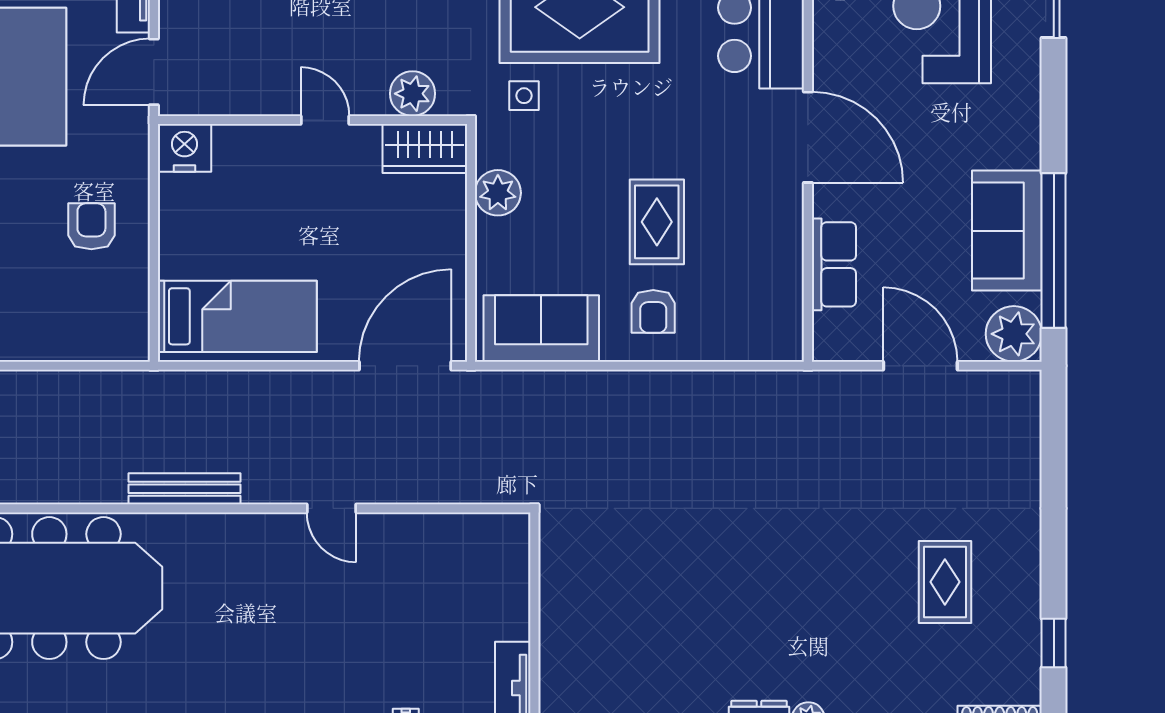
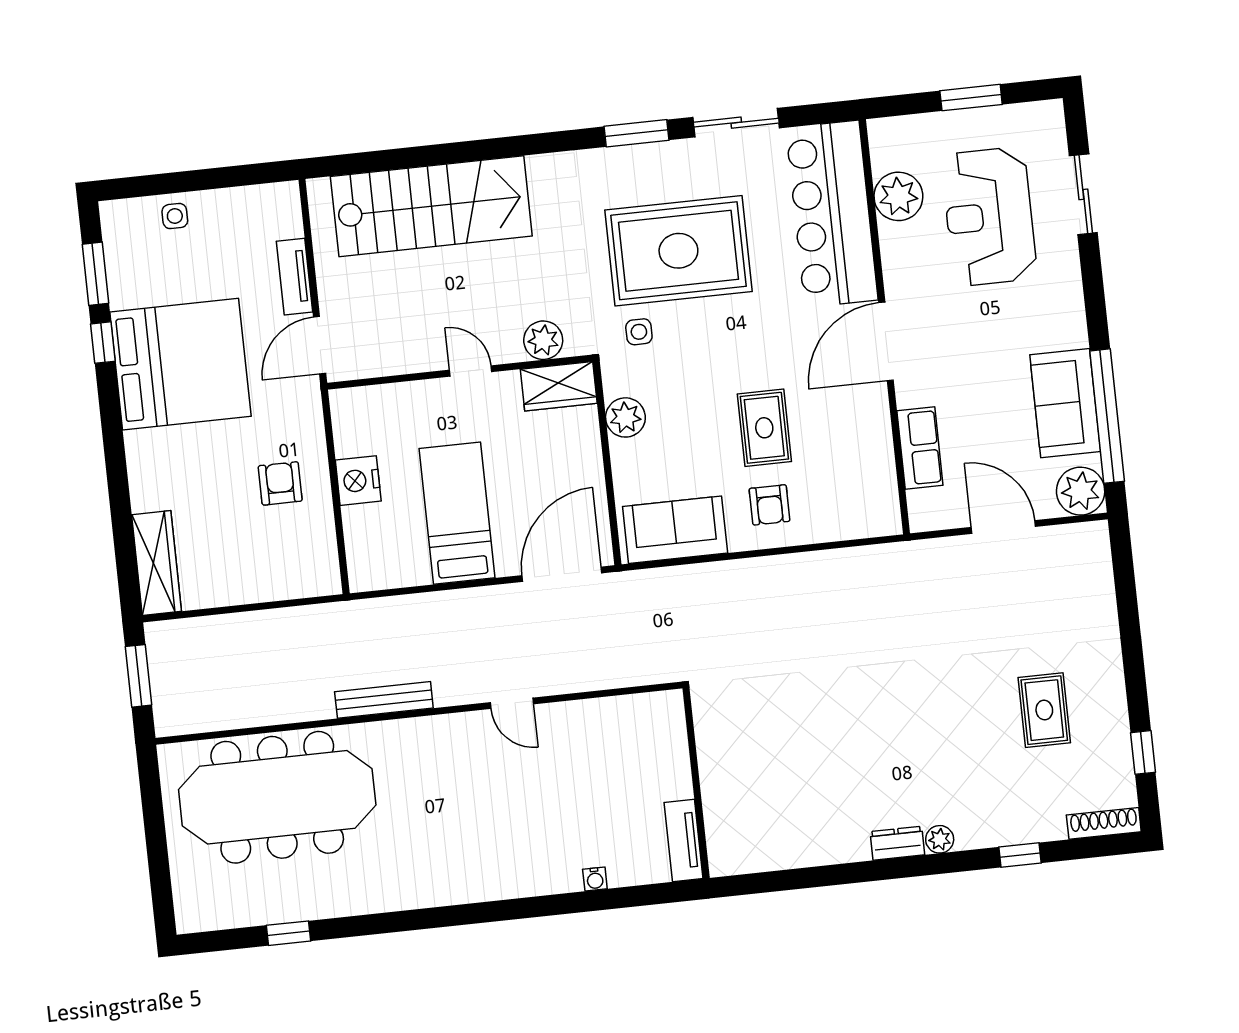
door: (808, 137) -> (886, 341), swing flipped
nightstand: (185, 148) -> (358, 481), moved, turned -90
bed: (237, 316) -> (457, 513), moved, turned -90

